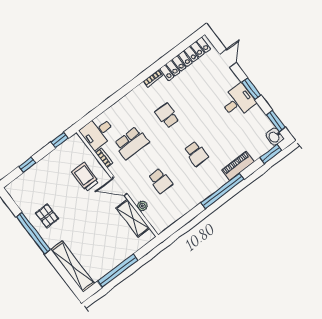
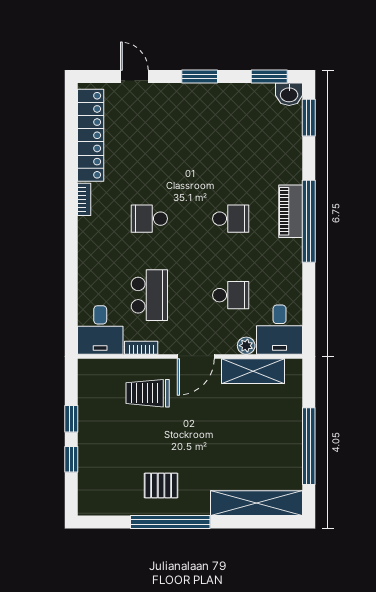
desk: (238, 101) -> (280, 330), moved, turned 180
window: (60, 140) -> (71, 419), moved
piano: (238, 166) -> (291, 211), moved

